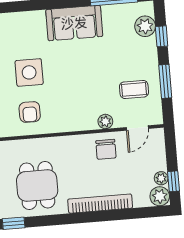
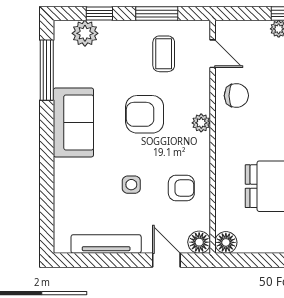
side table: (29, 72) -> (131, 185), width x0.54, depth x0.54
armchair: (85, 78) -> (145, 114), added
plant: (105, 121) -> (201, 123), moved

